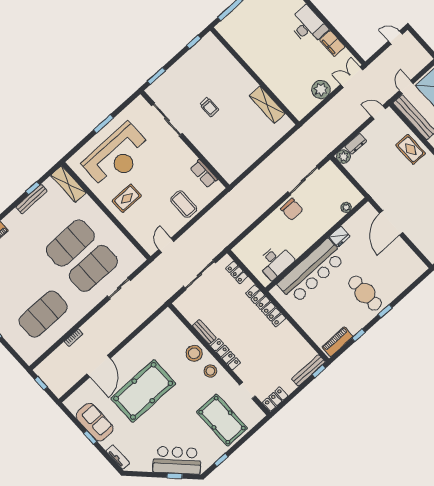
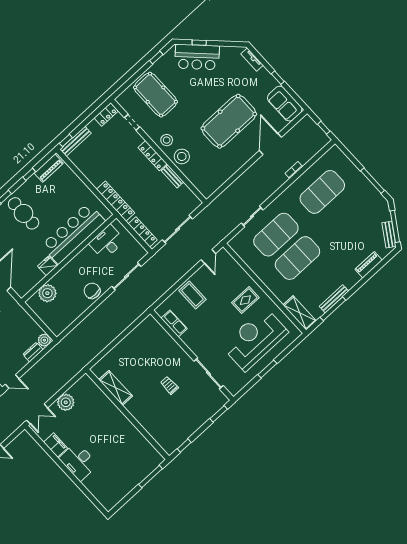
sliding door: (303, 180) -> (126, 276), moved
window: (33, 188) -> (333, 309), width x2.17
plant: (346, 207) -> (47, 293), width x1.87, depth x1.87
locker: (237, 272) -> (143, 232), width x1.53
sofa: (95, 422) -> (285, 104), moved

